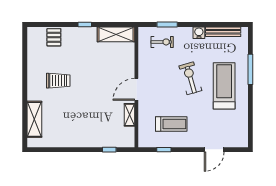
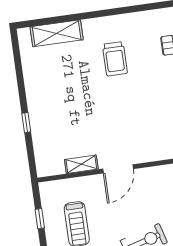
door: (136, 89) -> (118, 169), swing flipped
window: (109, 150) -> (26, 123), moved

